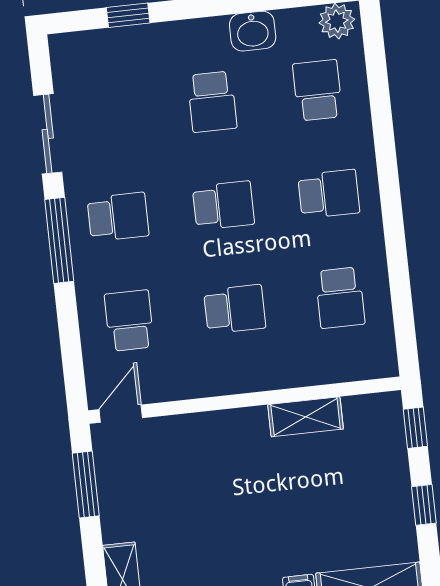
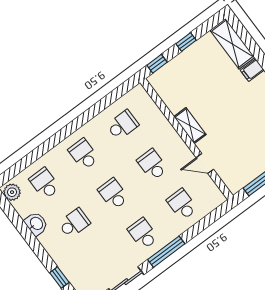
school desk: (318, 90) -> (44, 183), turned 90
school desk: (129, 321) -> (182, 204), turned 90
door: (121, 414) -> (205, 163), moved
shelving: (306, 417) -> (190, 126), moved

